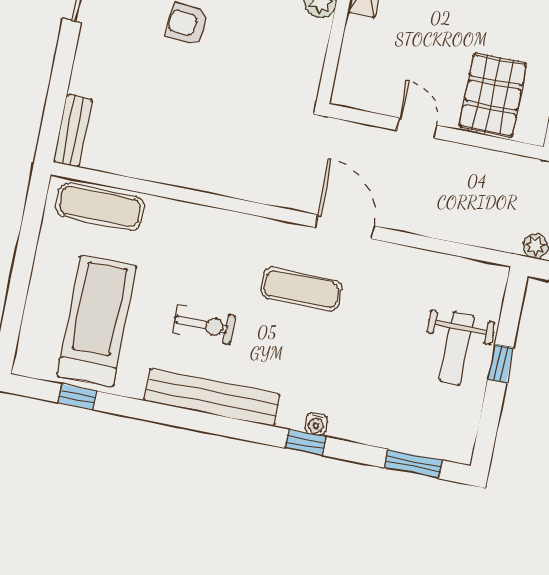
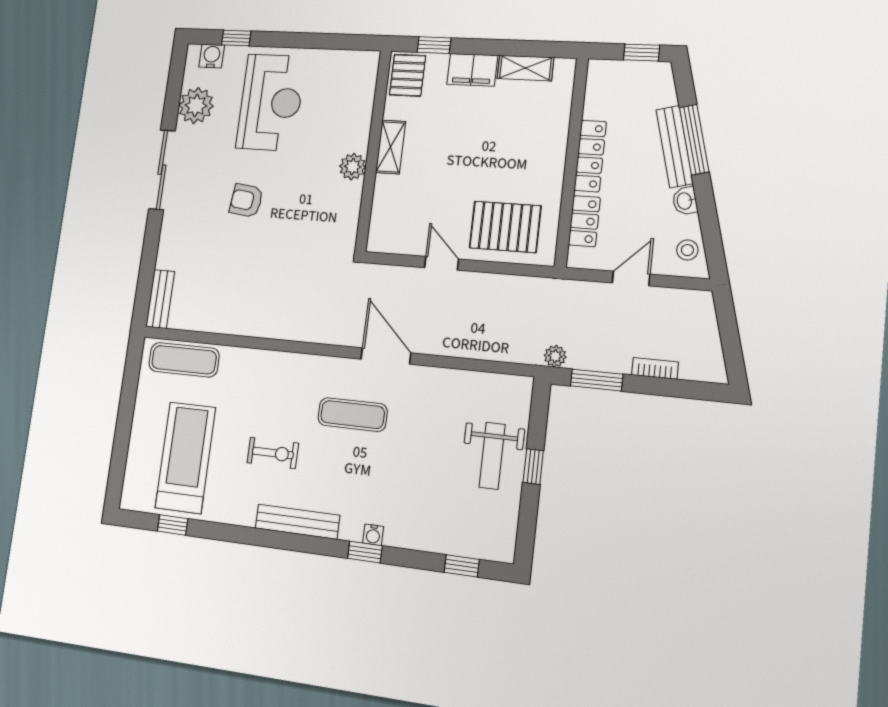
pallet: (493, 95) -> (505, 227), turned 90
bench: (212, 397) -> (297, 522), width x0.73, depth x0.82
window: (413, 464) -> (462, 566), width x0.67

